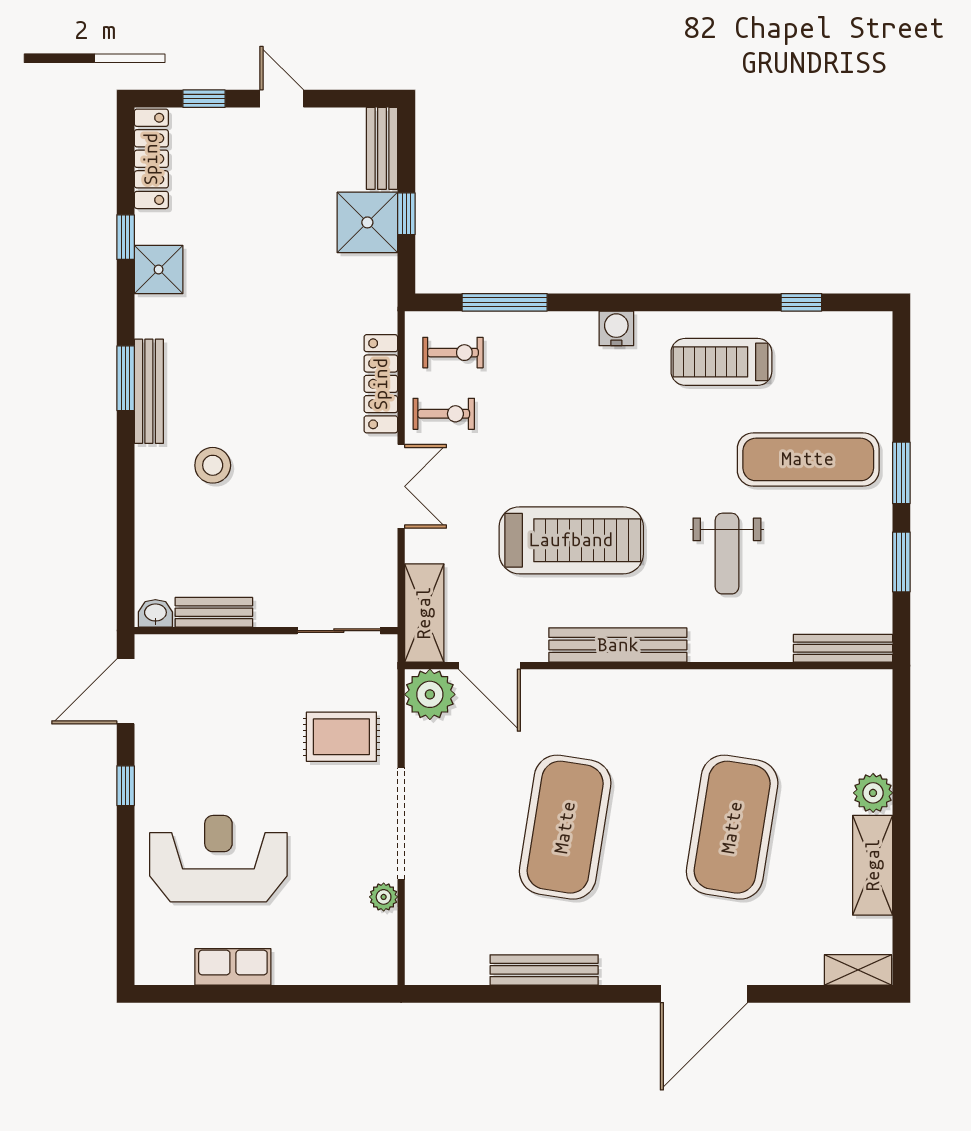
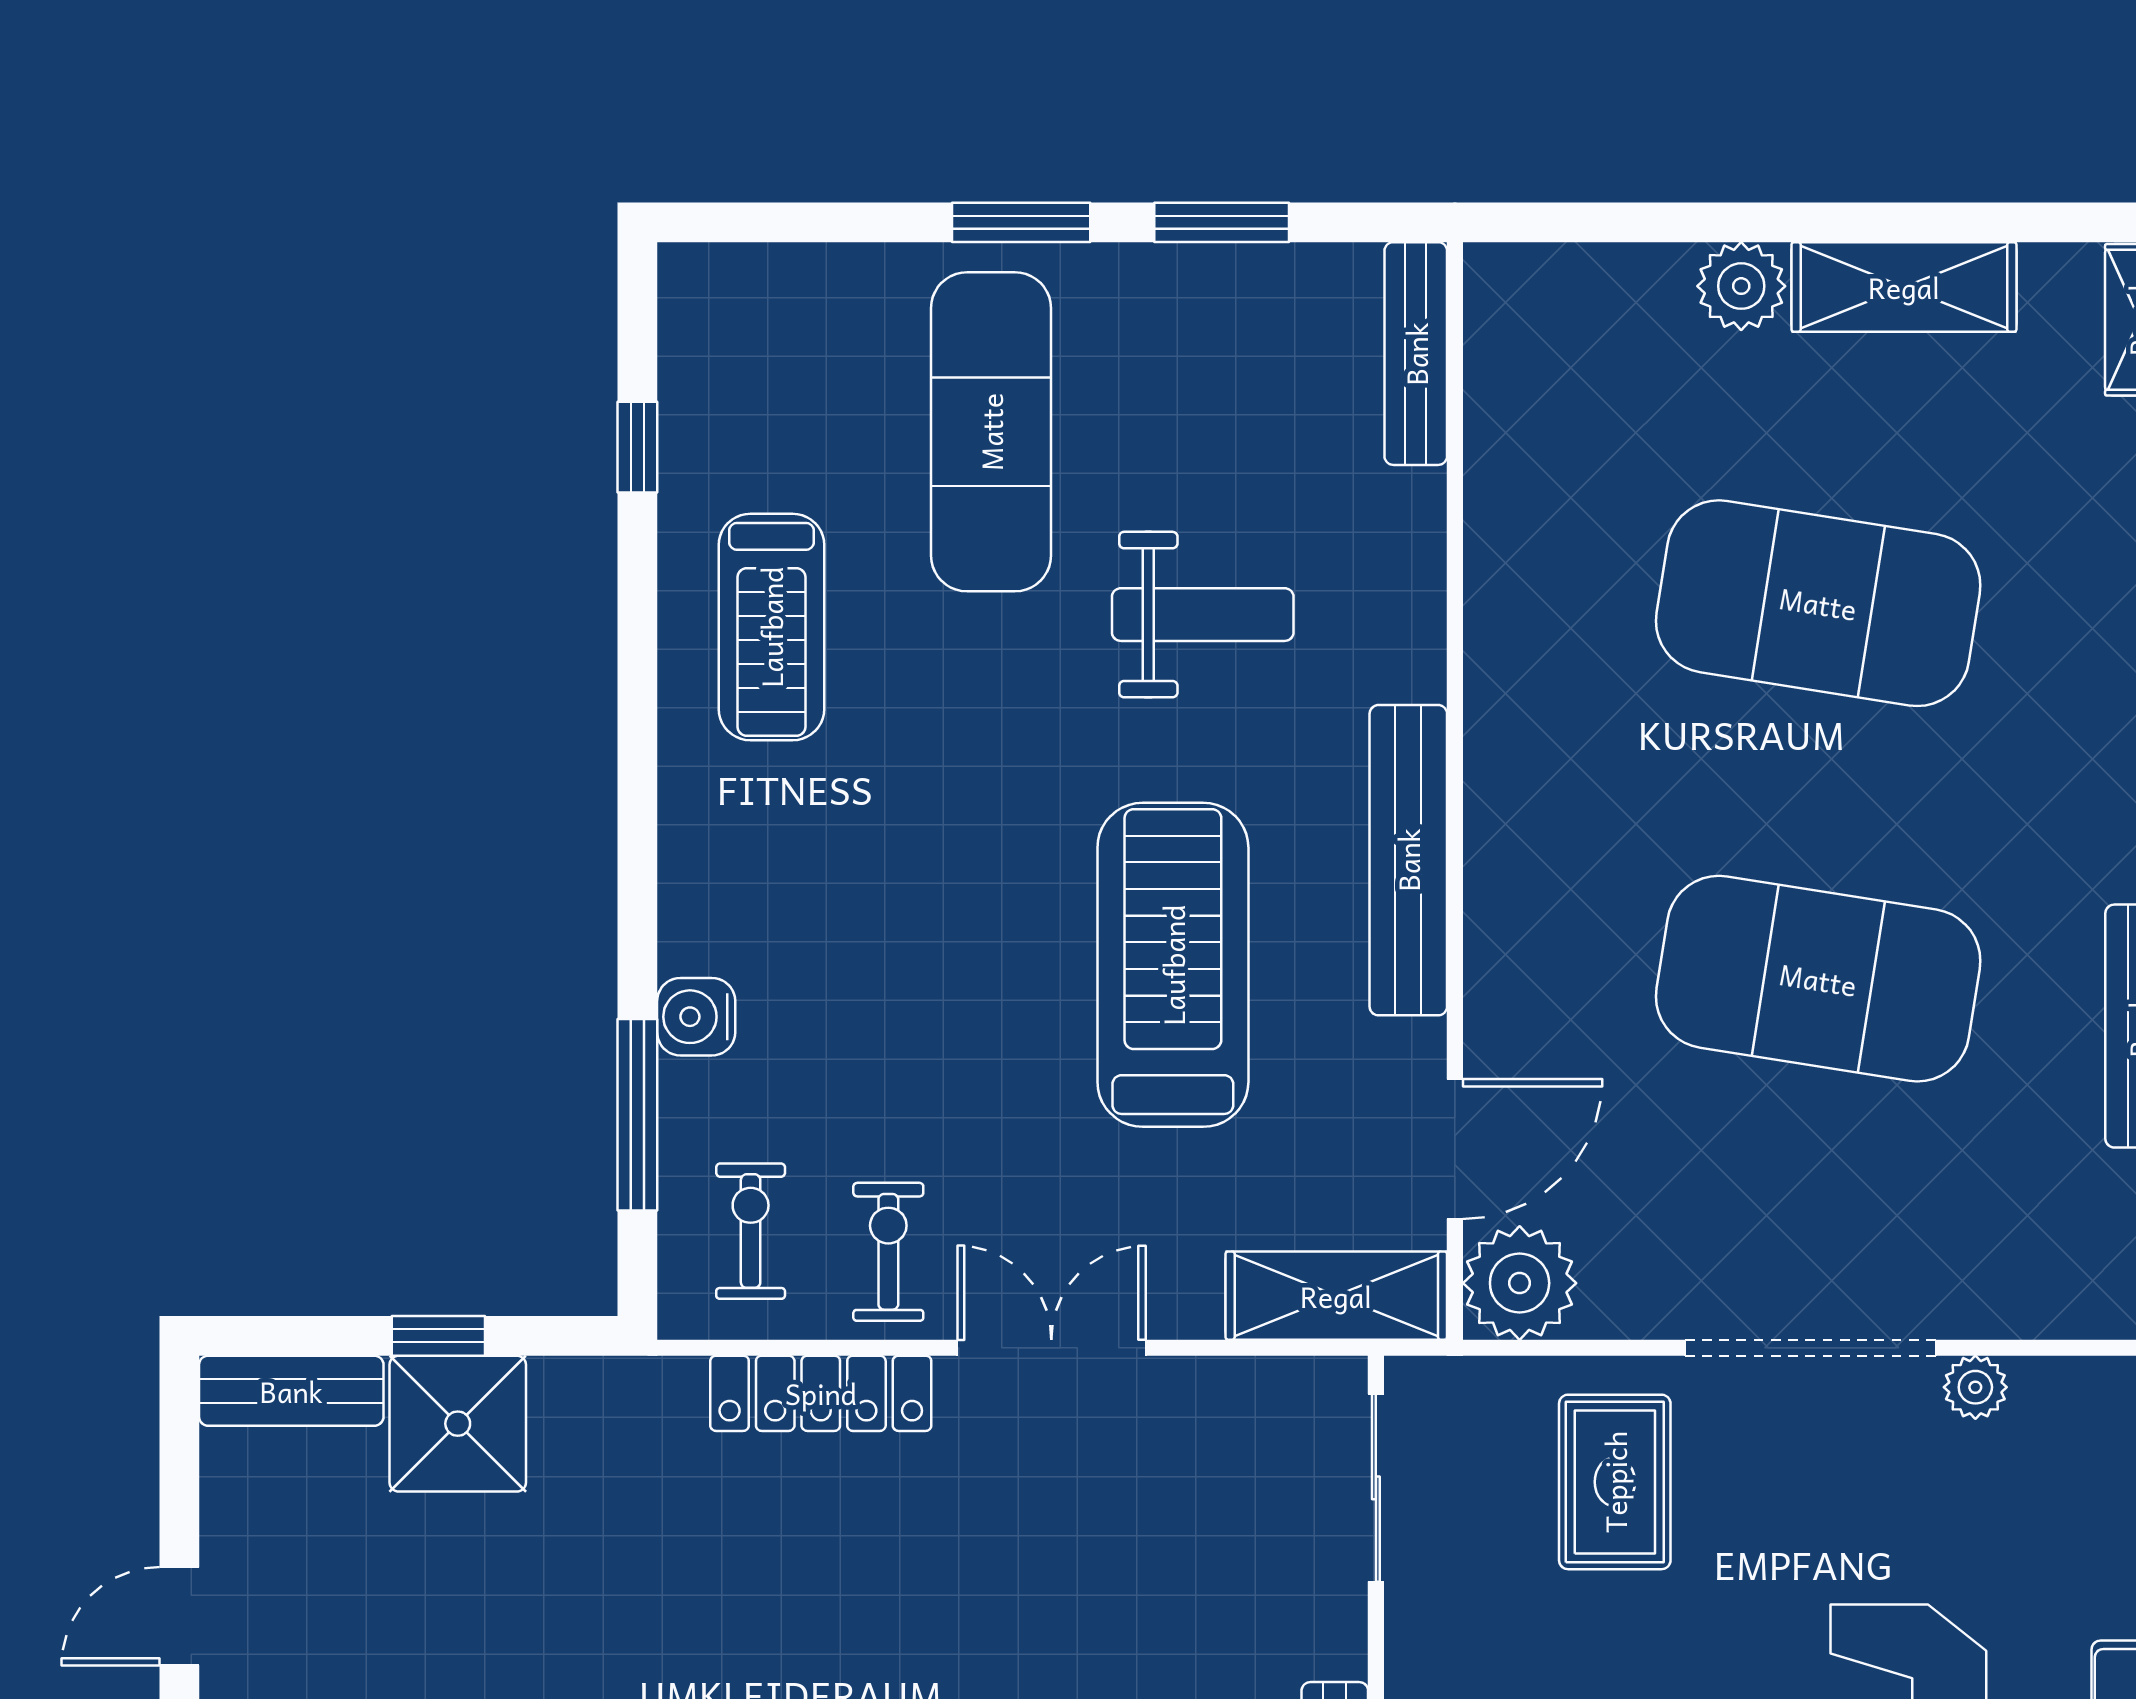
water cooler: (616, 328) -> (696, 1017), moved

